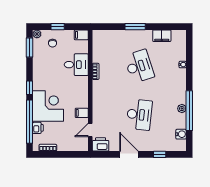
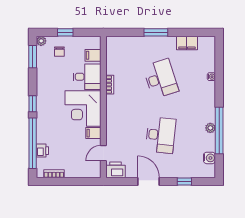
filing cabinet: (81, 35) -> (93, 55), moved
corner desk: (48, 106) -> (83, 108), moved, turned 180

